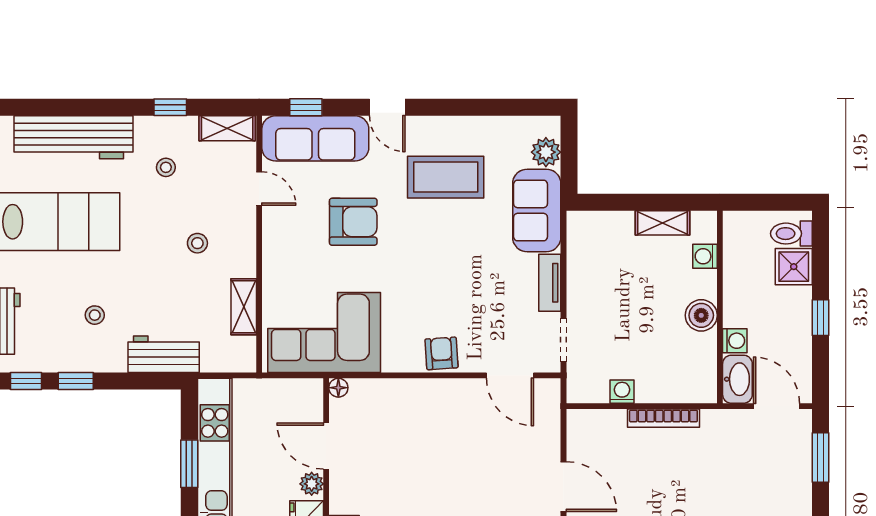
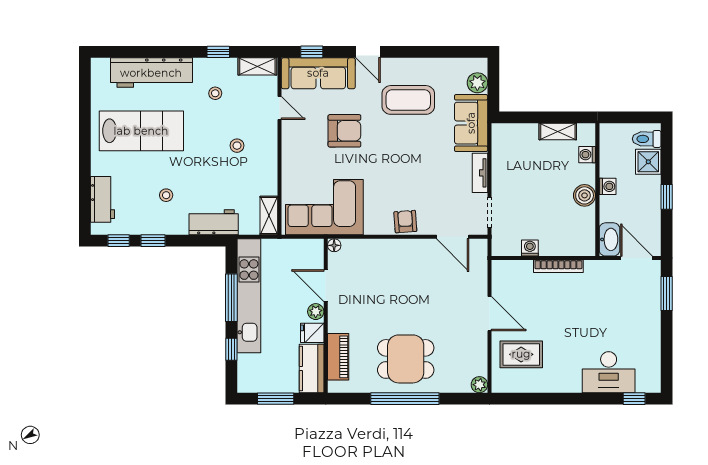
shelving: (244, 307) -> (269, 216), moved
washing machine: (735, 341) -> (608, 186), moved
window: (189, 464) -> (231, 298), width x1.44

